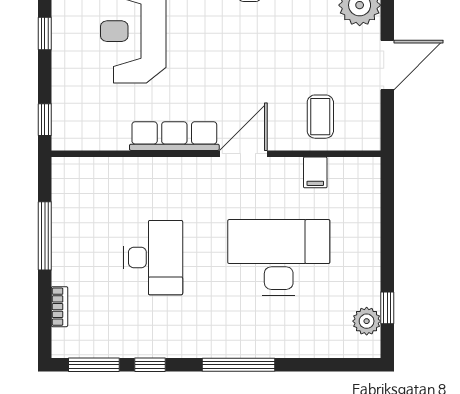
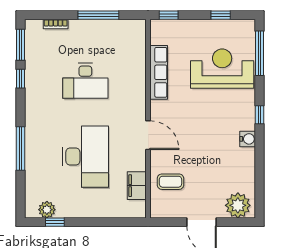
row of seats: (174, 136) -> (159, 72), moved
filing cabinet: (315, 172) -> (137, 186), width x2.00
window: (238, 365) -> (20, 149), moved

